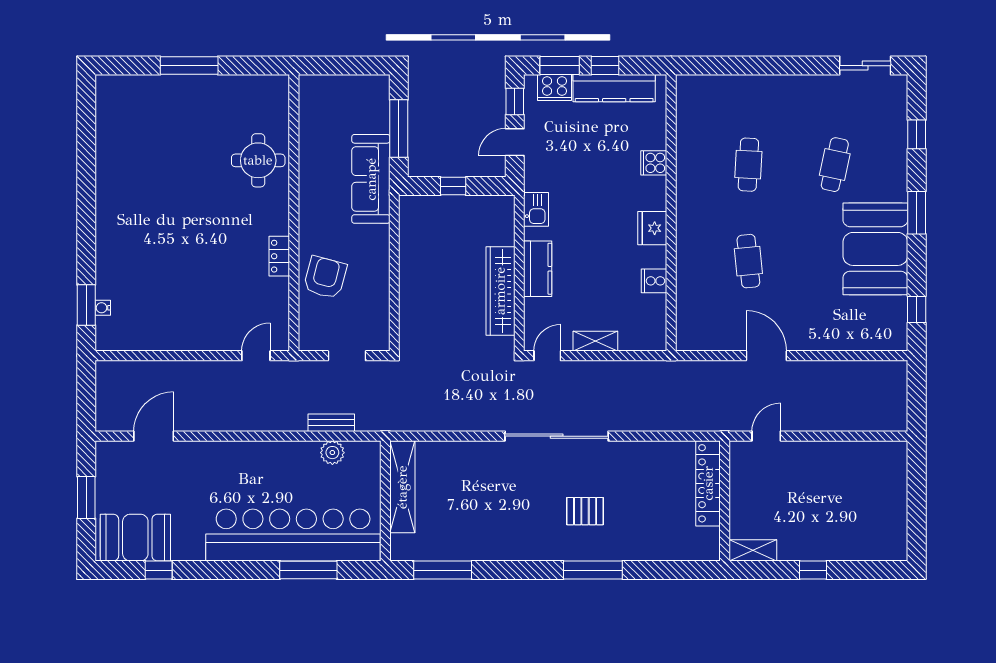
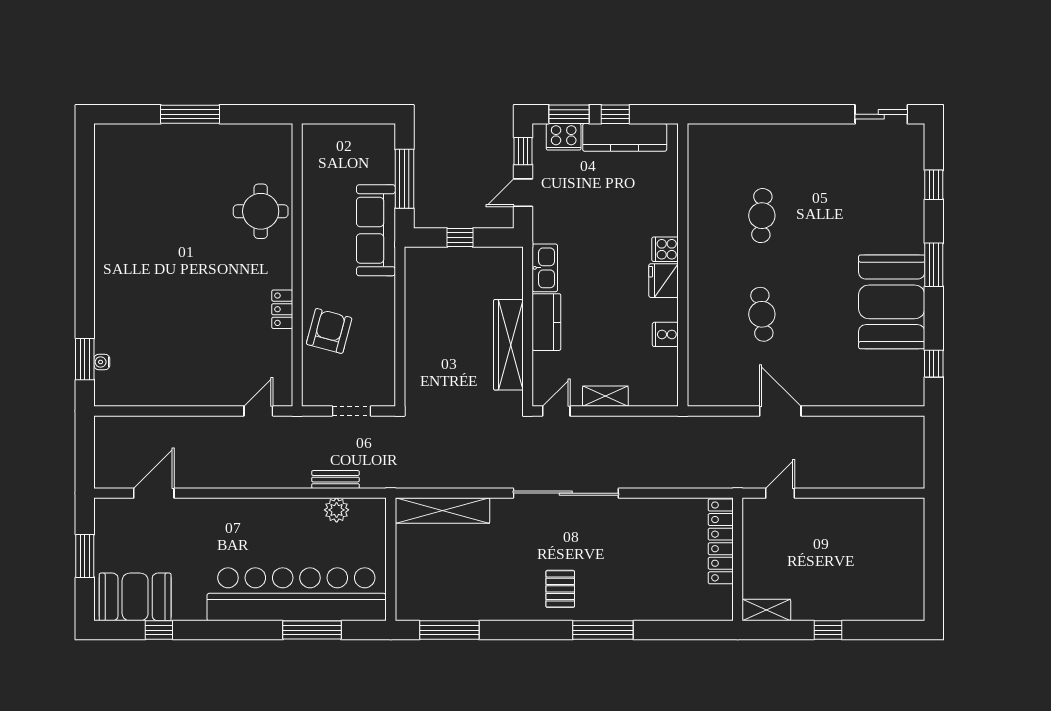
cooker: (654, 163) -> (665, 249), moved
cafe table: (835, 165) -> (850, 216), removed
kitchen sink: (536, 209) -> (545, 268), width x1.38
shelving: (402, 487) -> (442, 511), moved, turned 90
pallet: (585, 511) -> (560, 589), moved, turned 90

